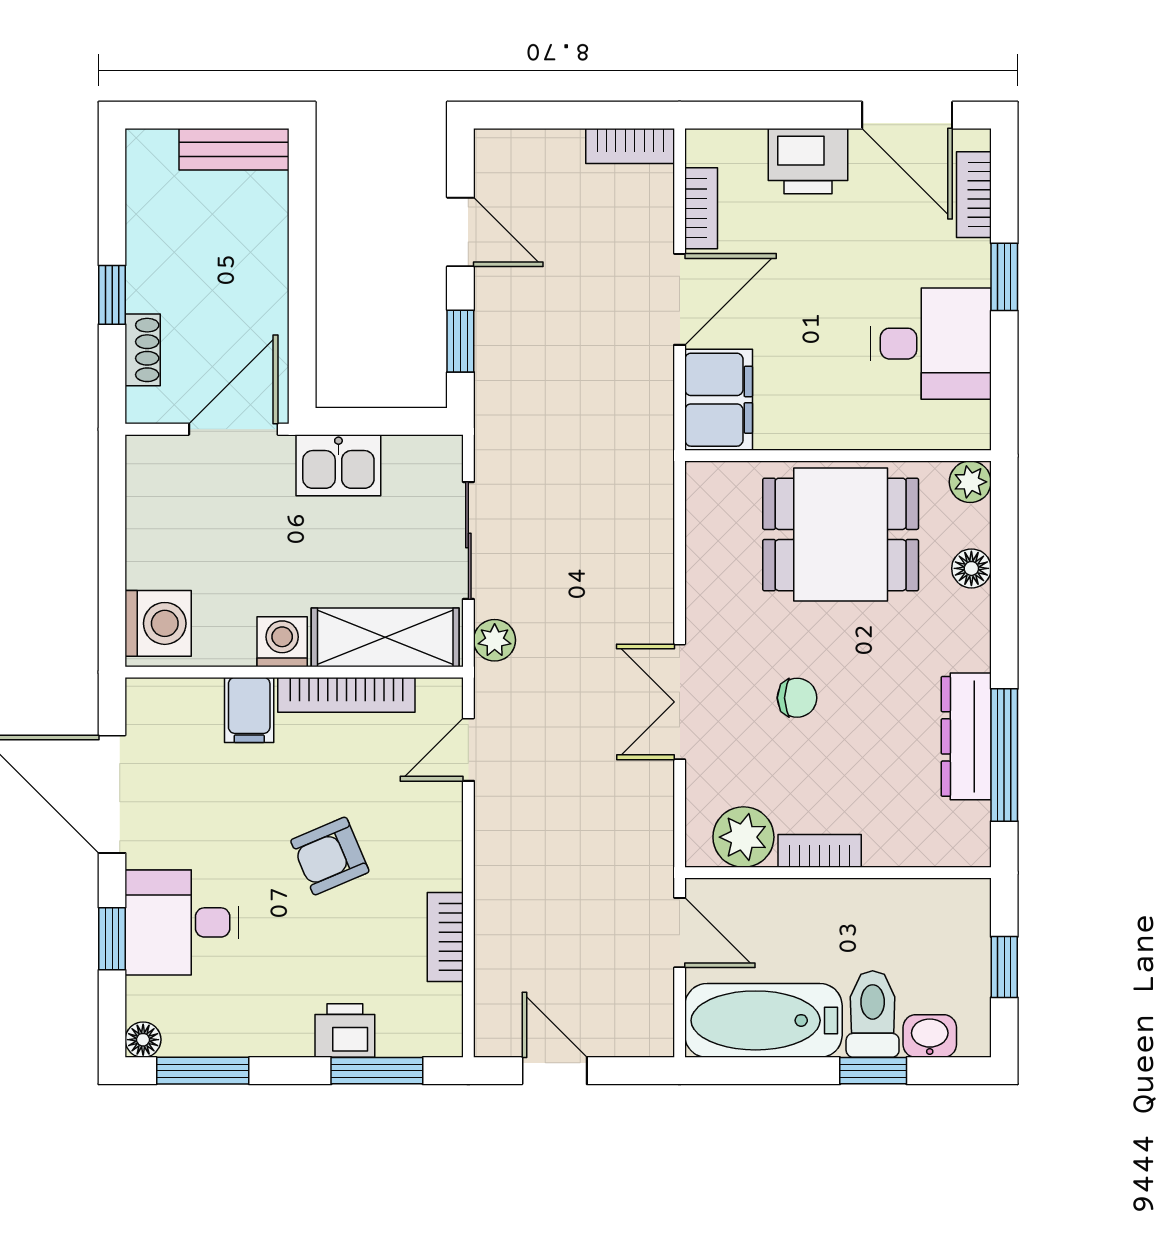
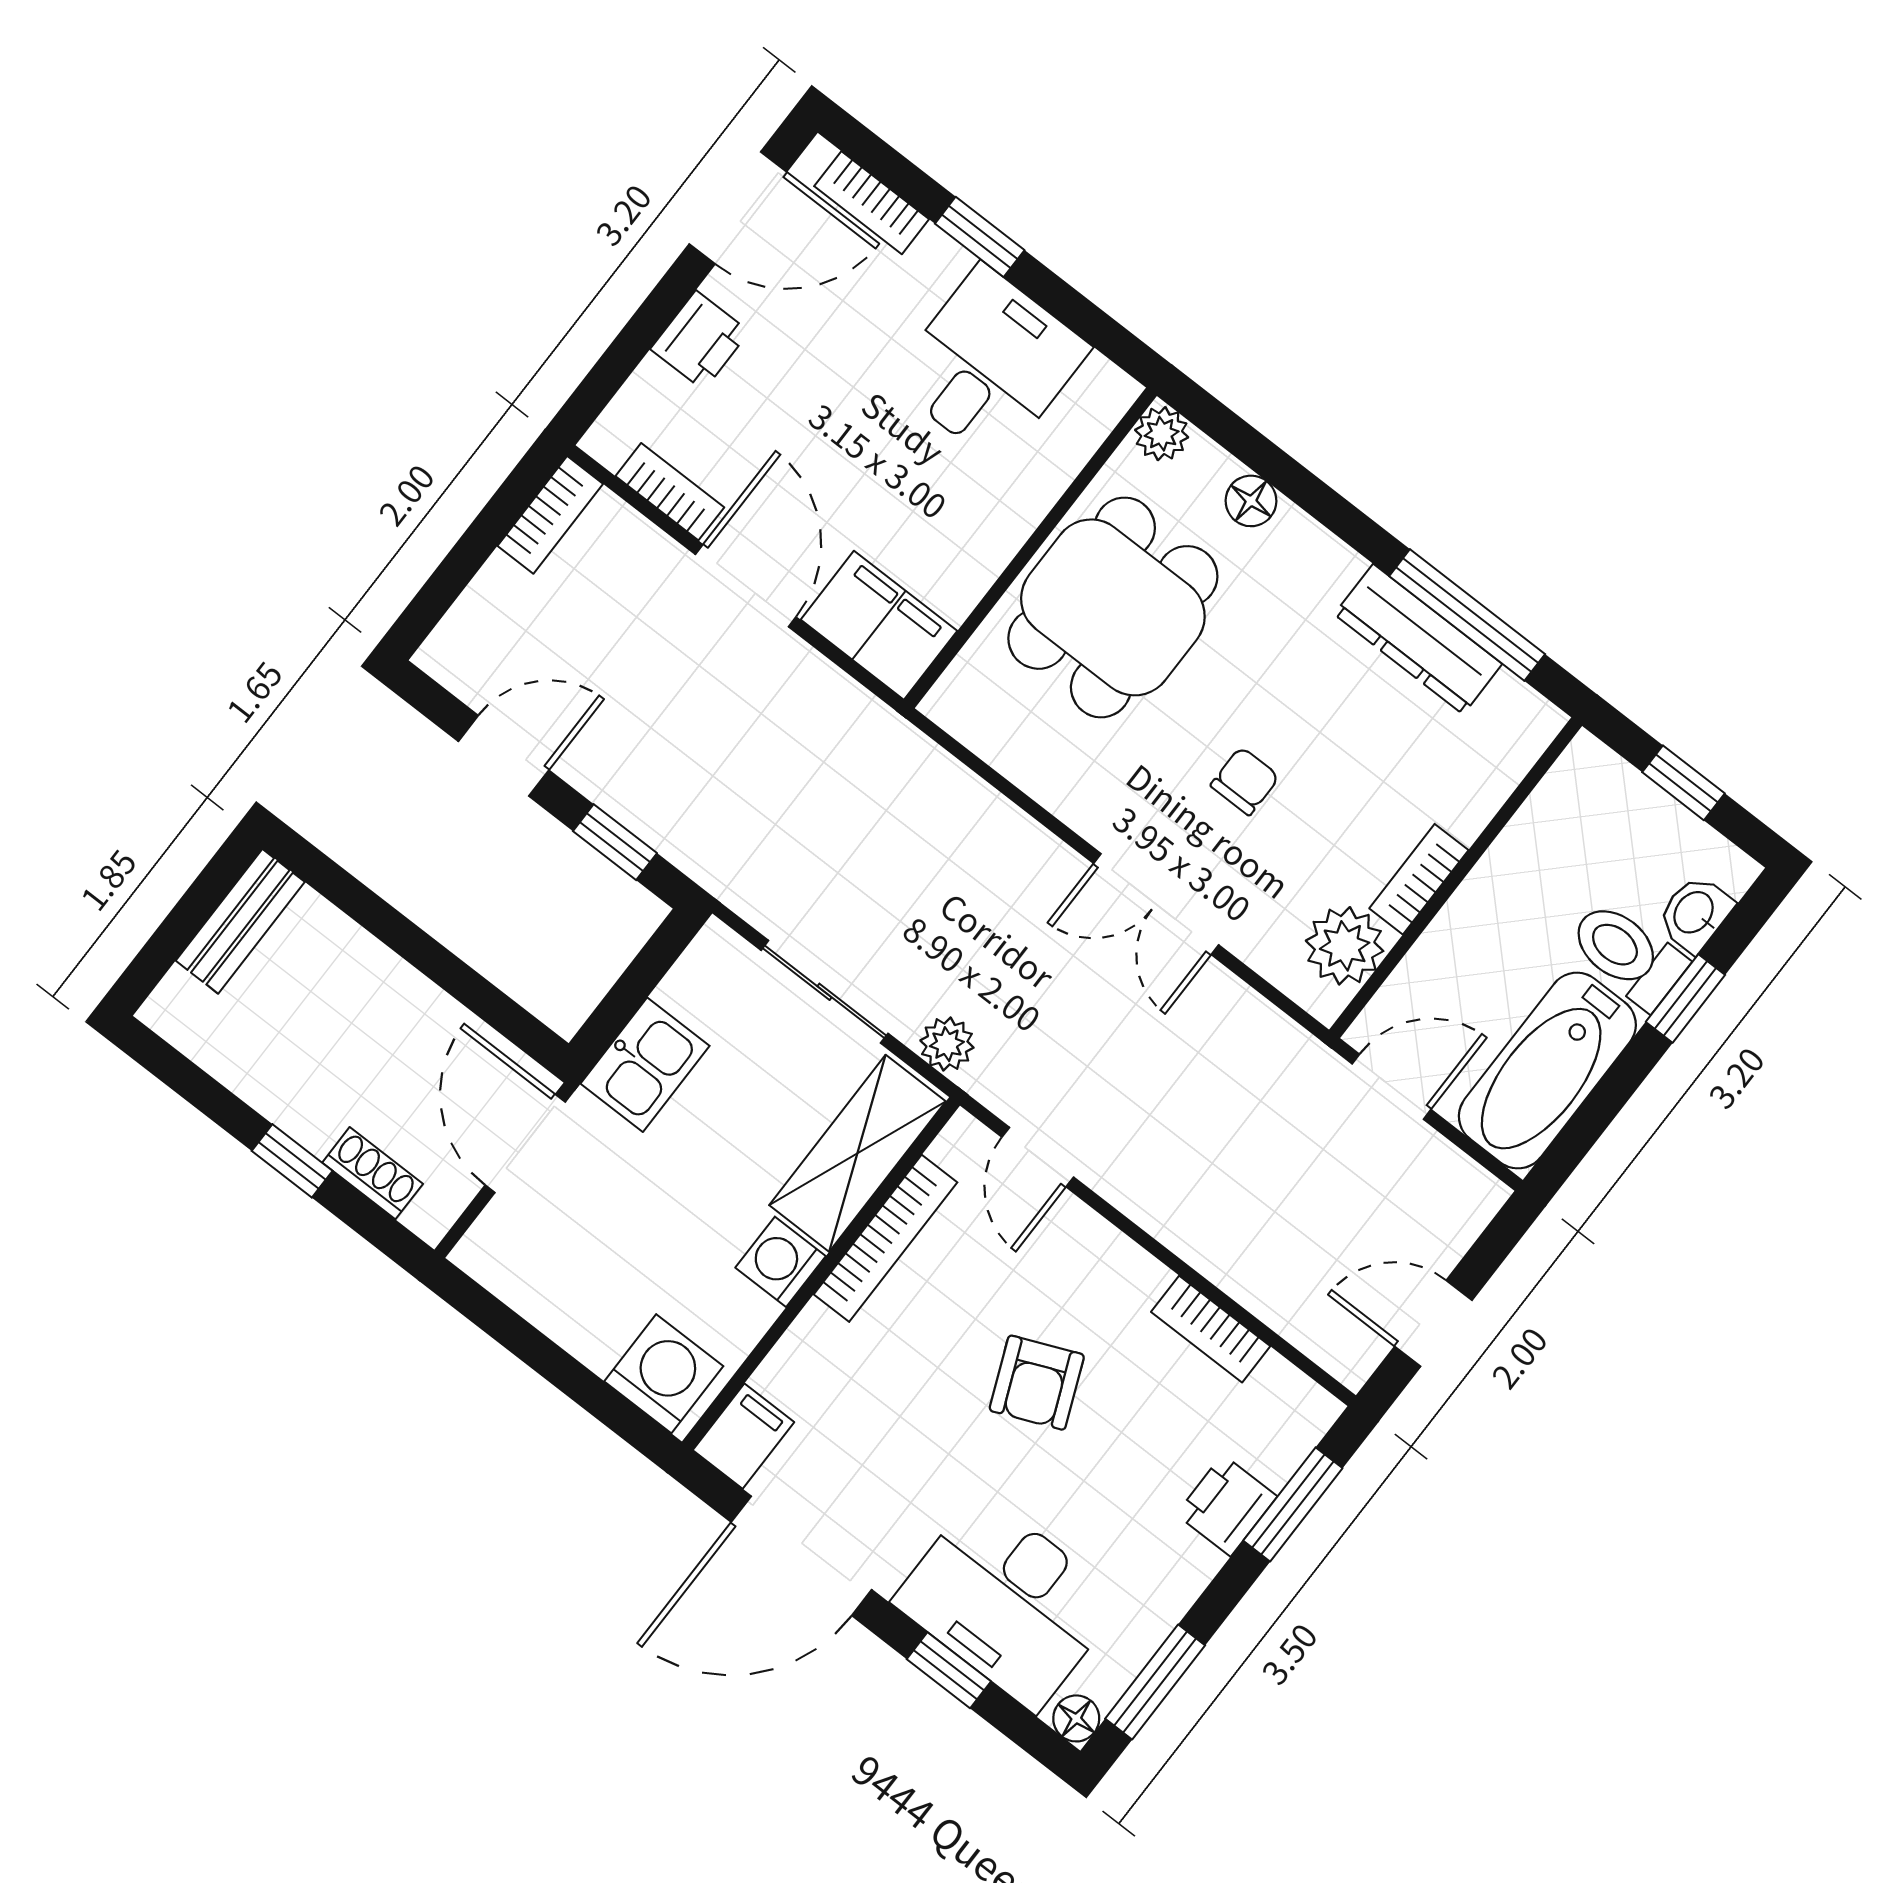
printer: (808, 161) -> (700, 340), width x0.73, depth x0.81
filing cabinet: (249, 710) -> (743, 1436), moved, turned -90
desk: (182, 922) -> (1007, 1601), width x1.37

